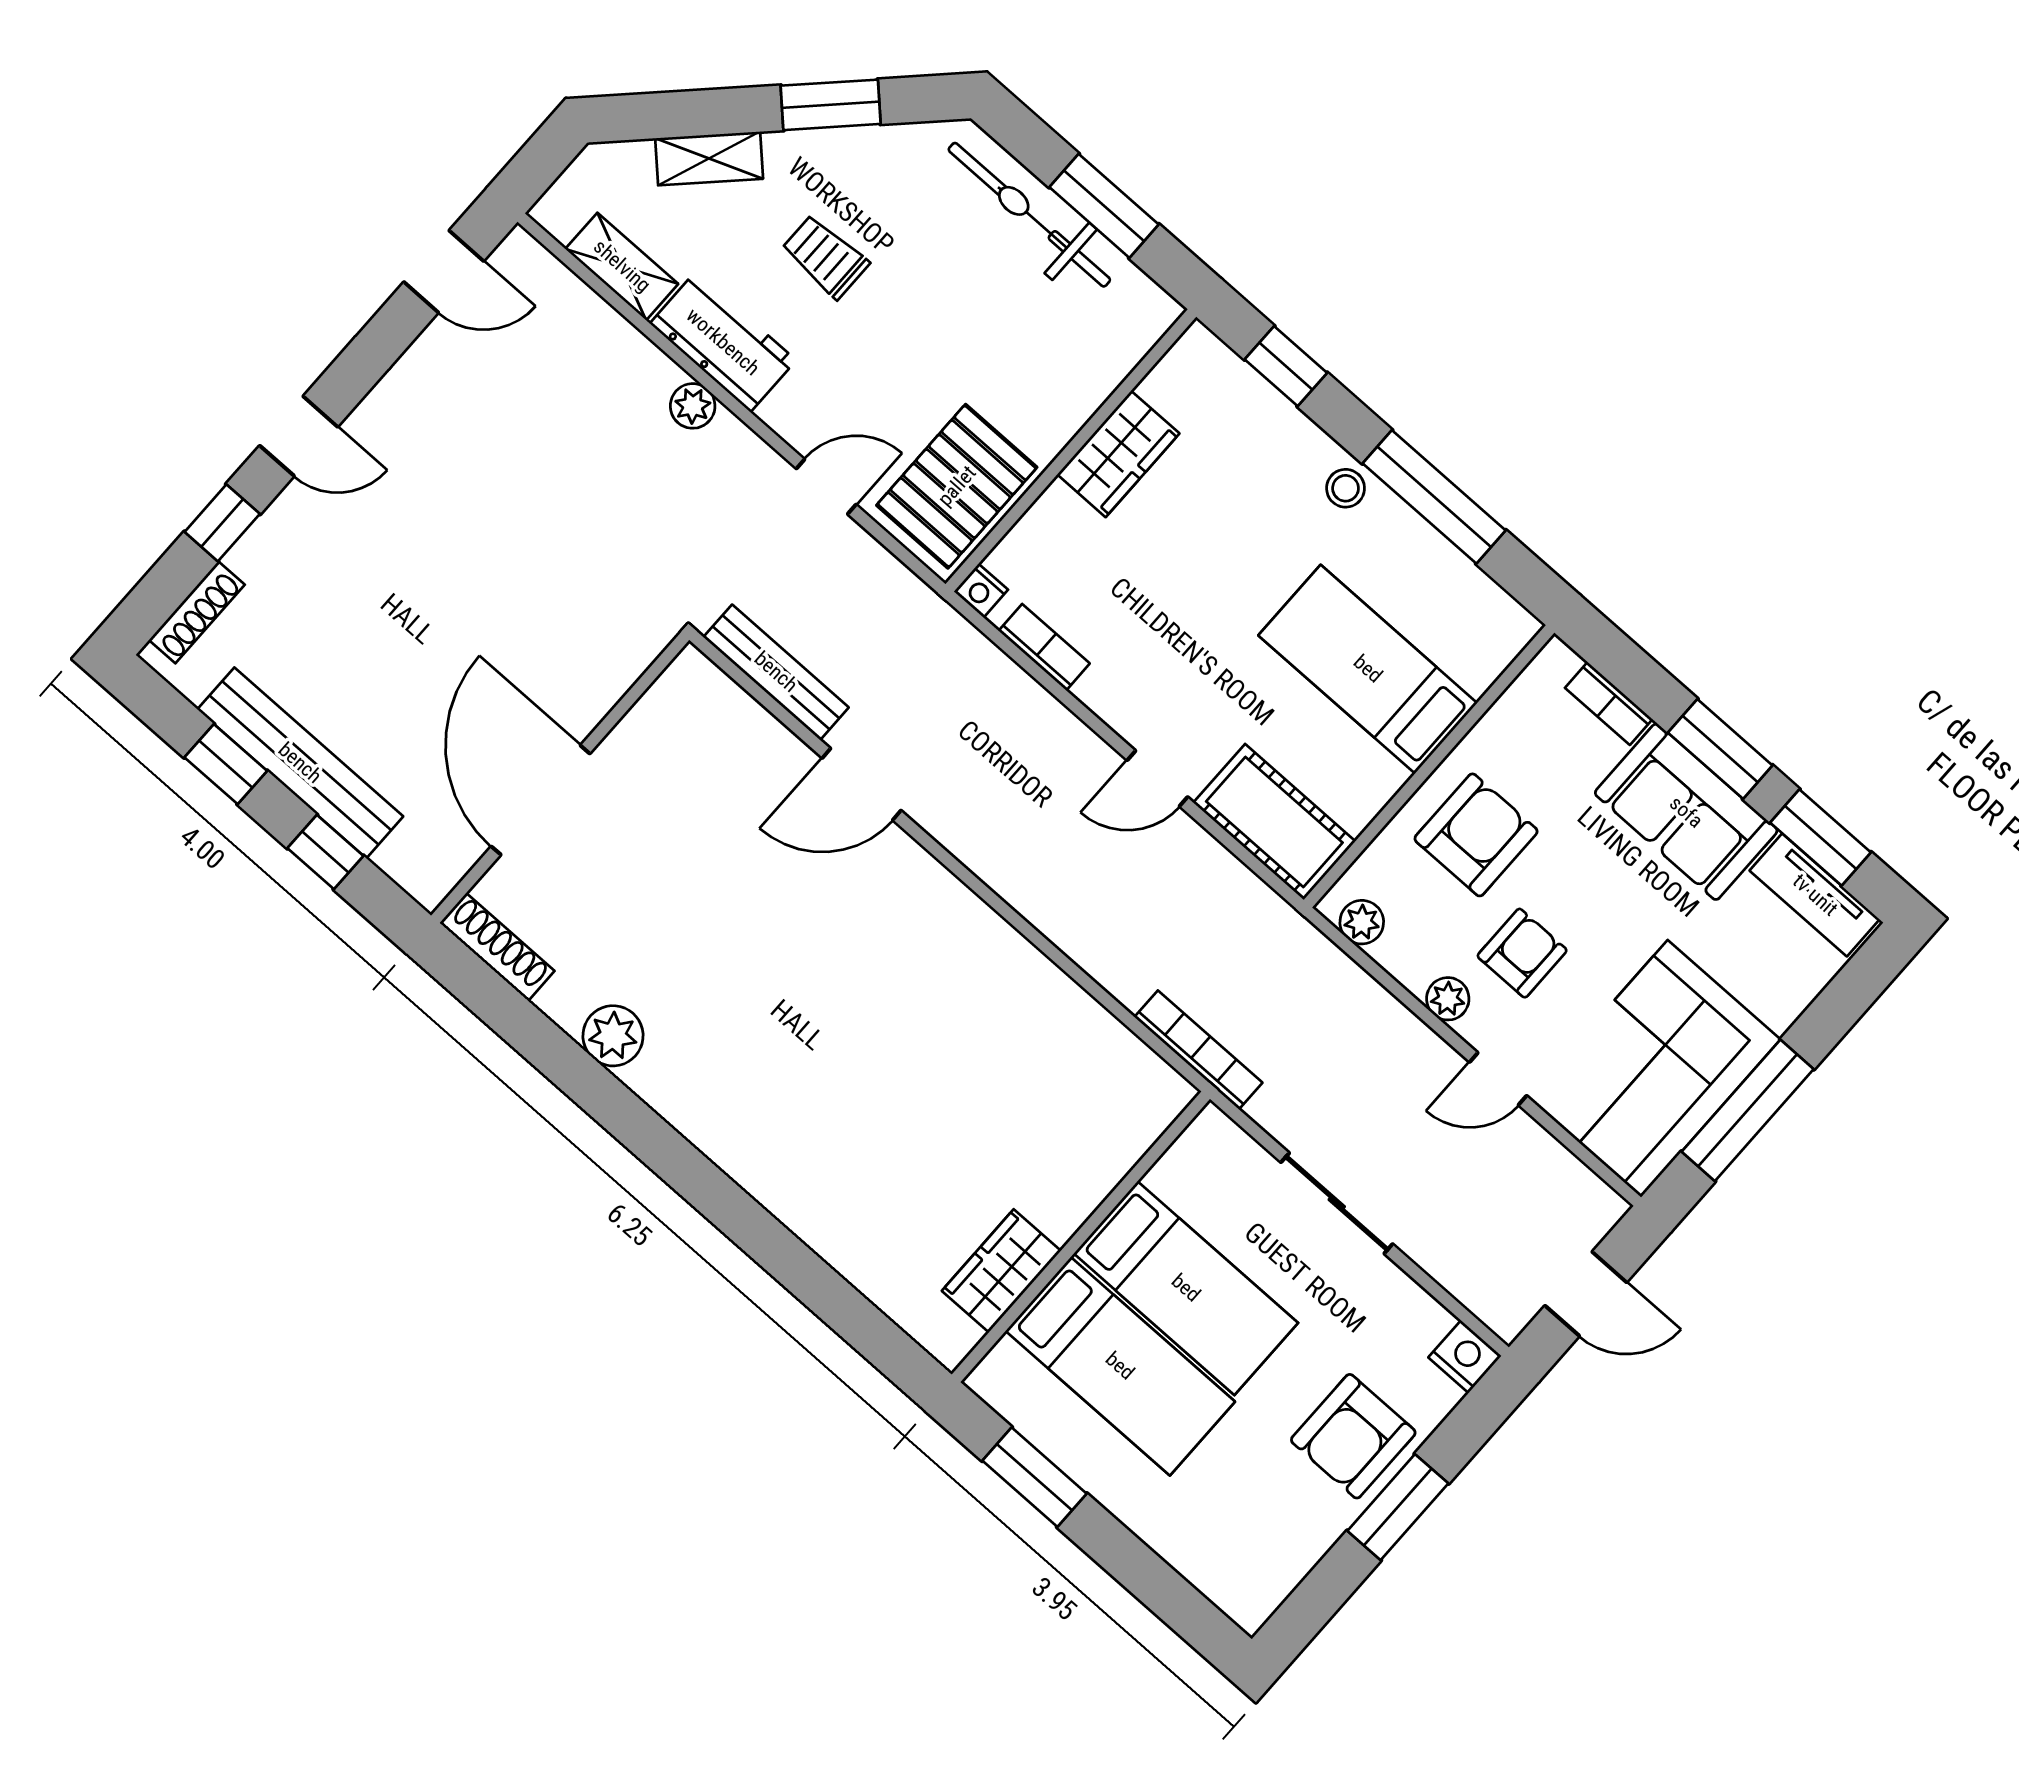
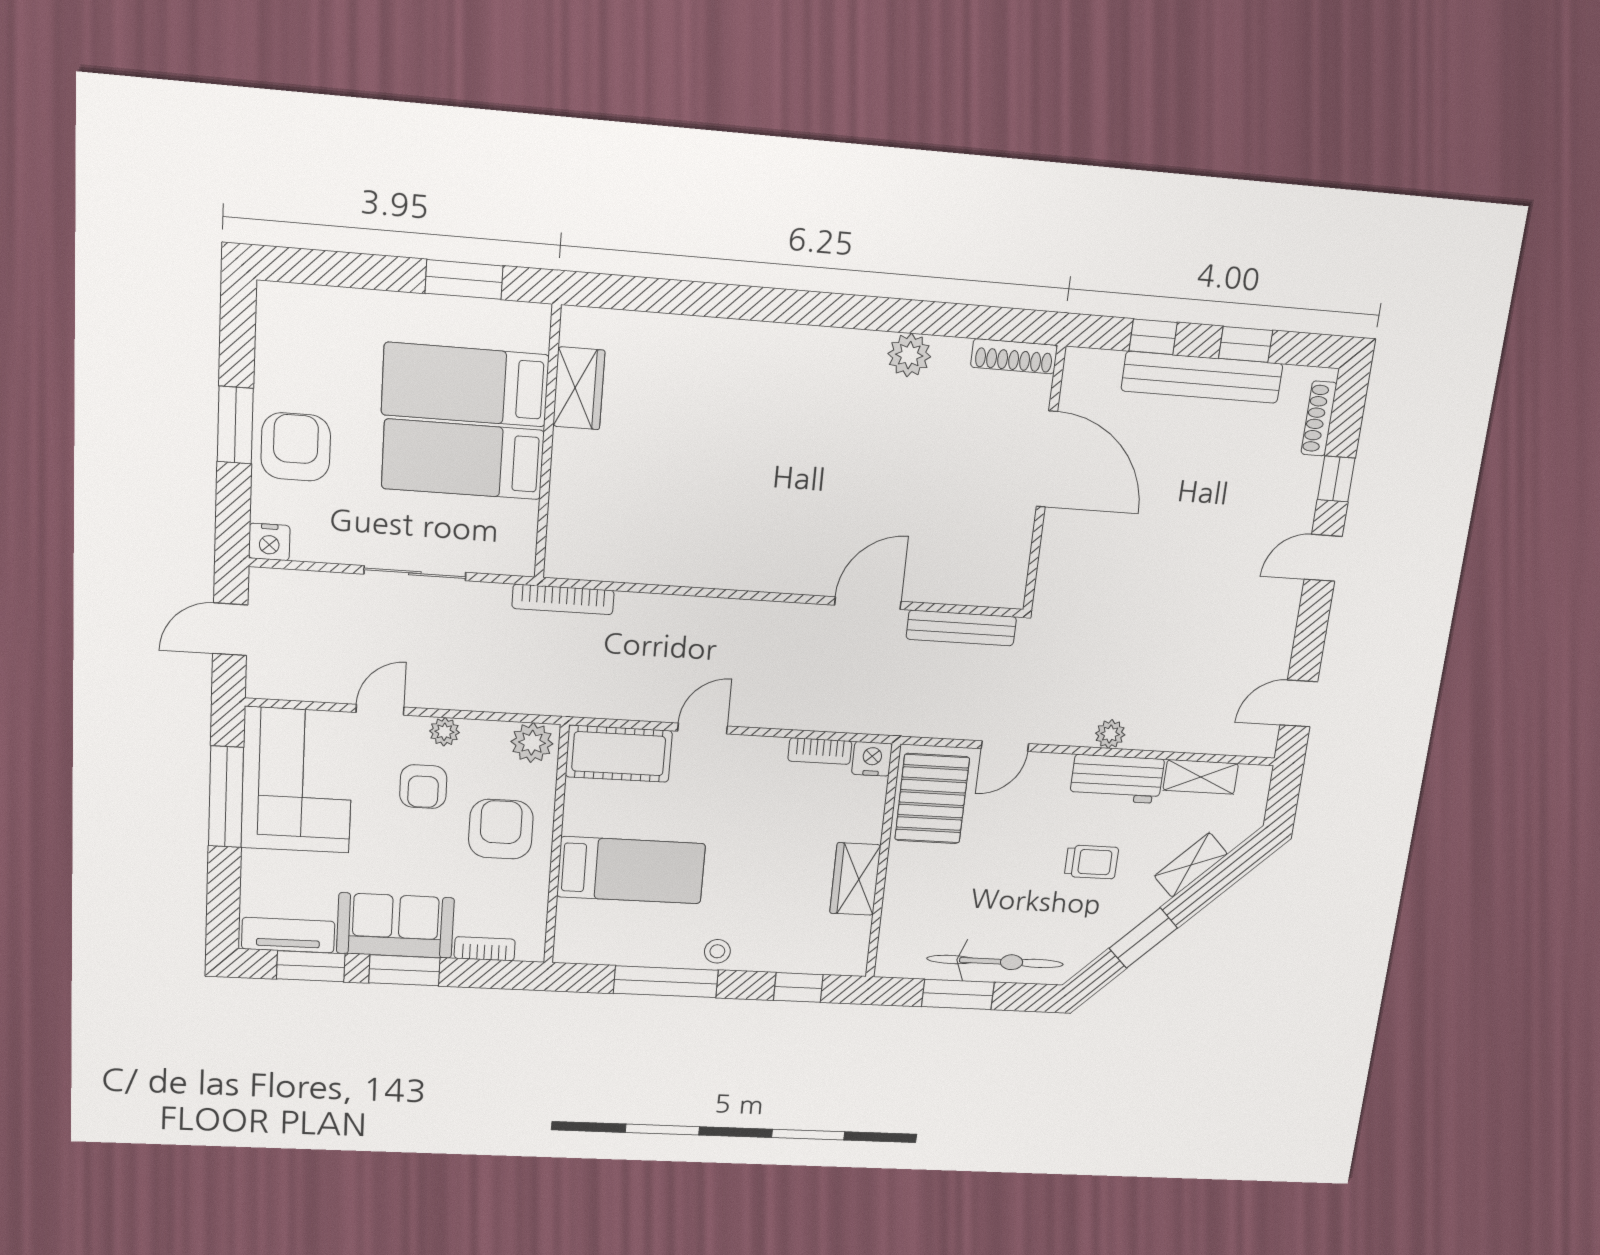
nightstand: (981, 591) -> (872, 759), width x1.39, depth x1.35
armchair: (1476, 835) -> (501, 829), turned 180
plant: (1362, 922) -> (532, 743), width x1.38, depth x1.38

